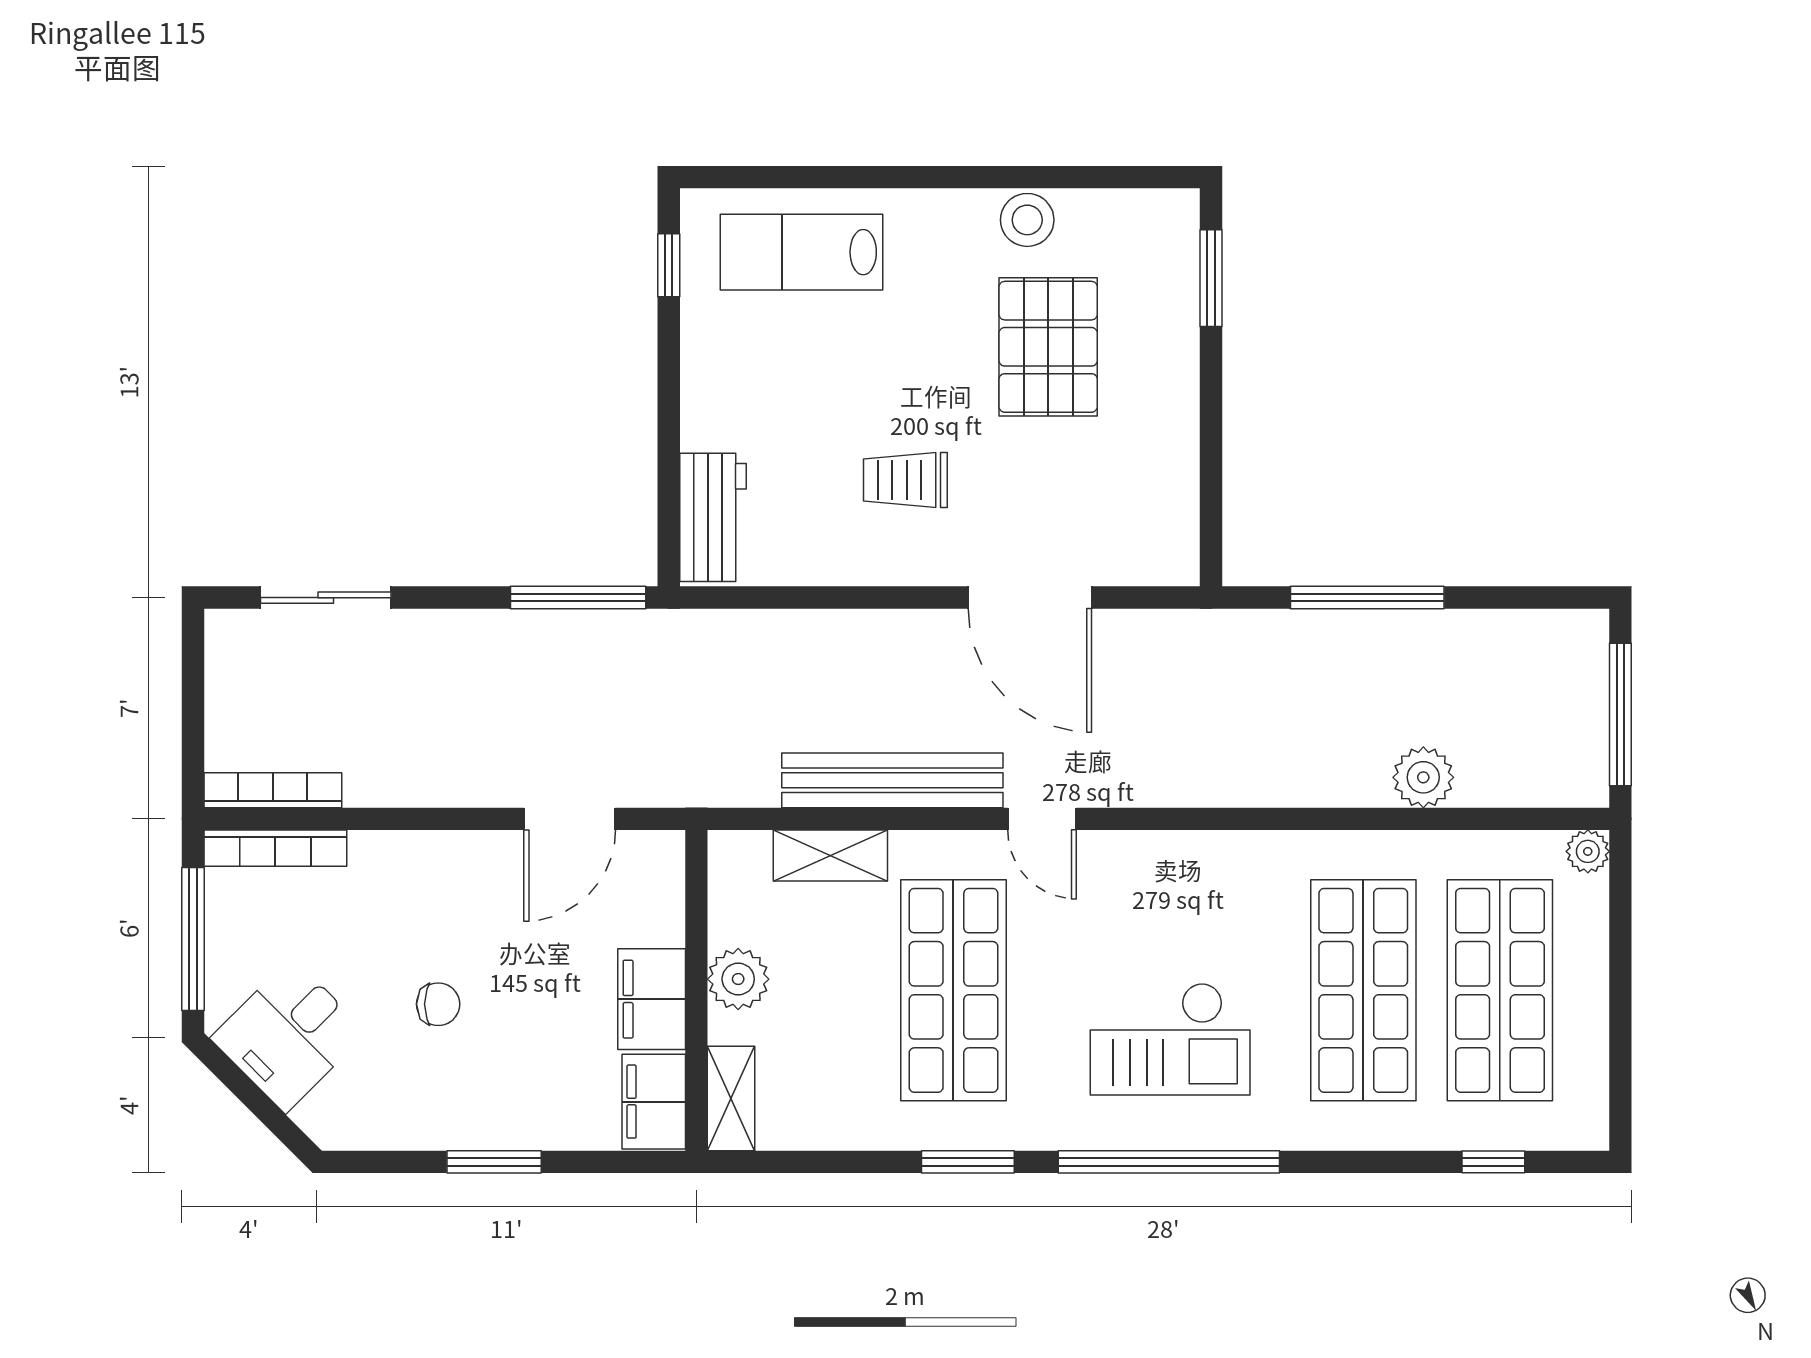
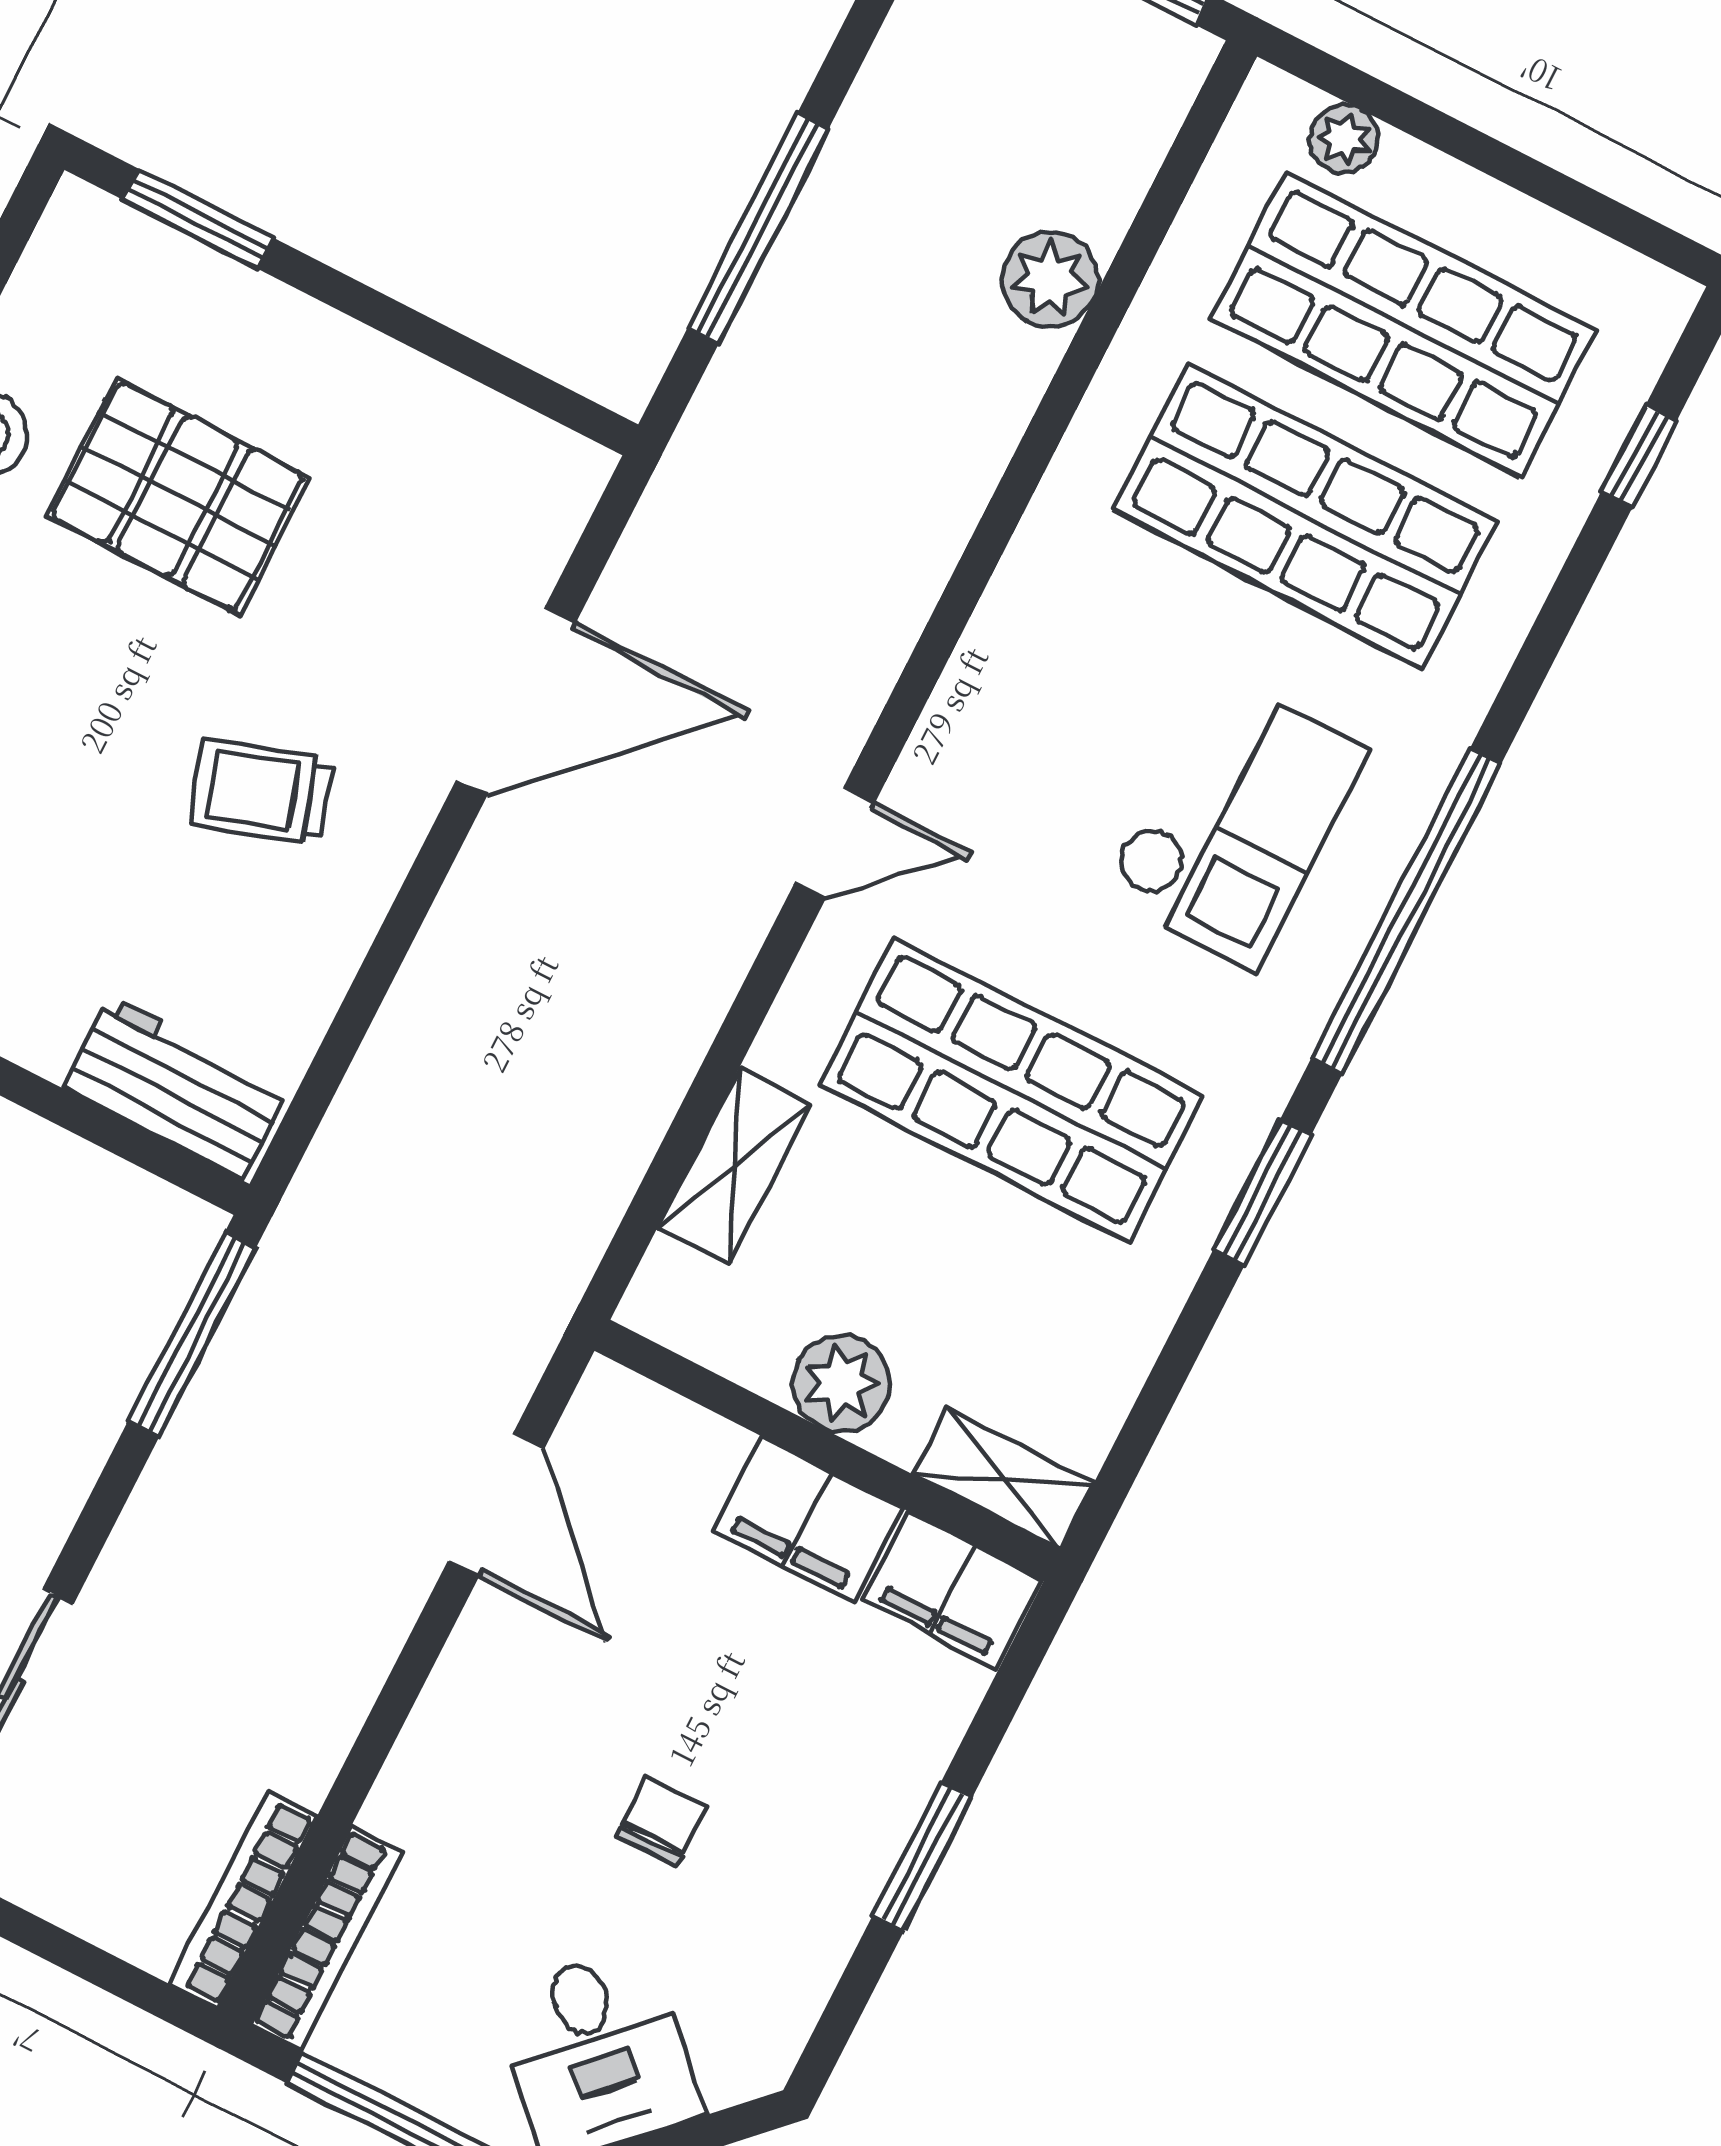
trolley: (905, 480) -> (262, 792), turned 72
bench: (892, 780) -> (673, 1025), removed
plant: (1588, 851) -> (1344, 139), moved

